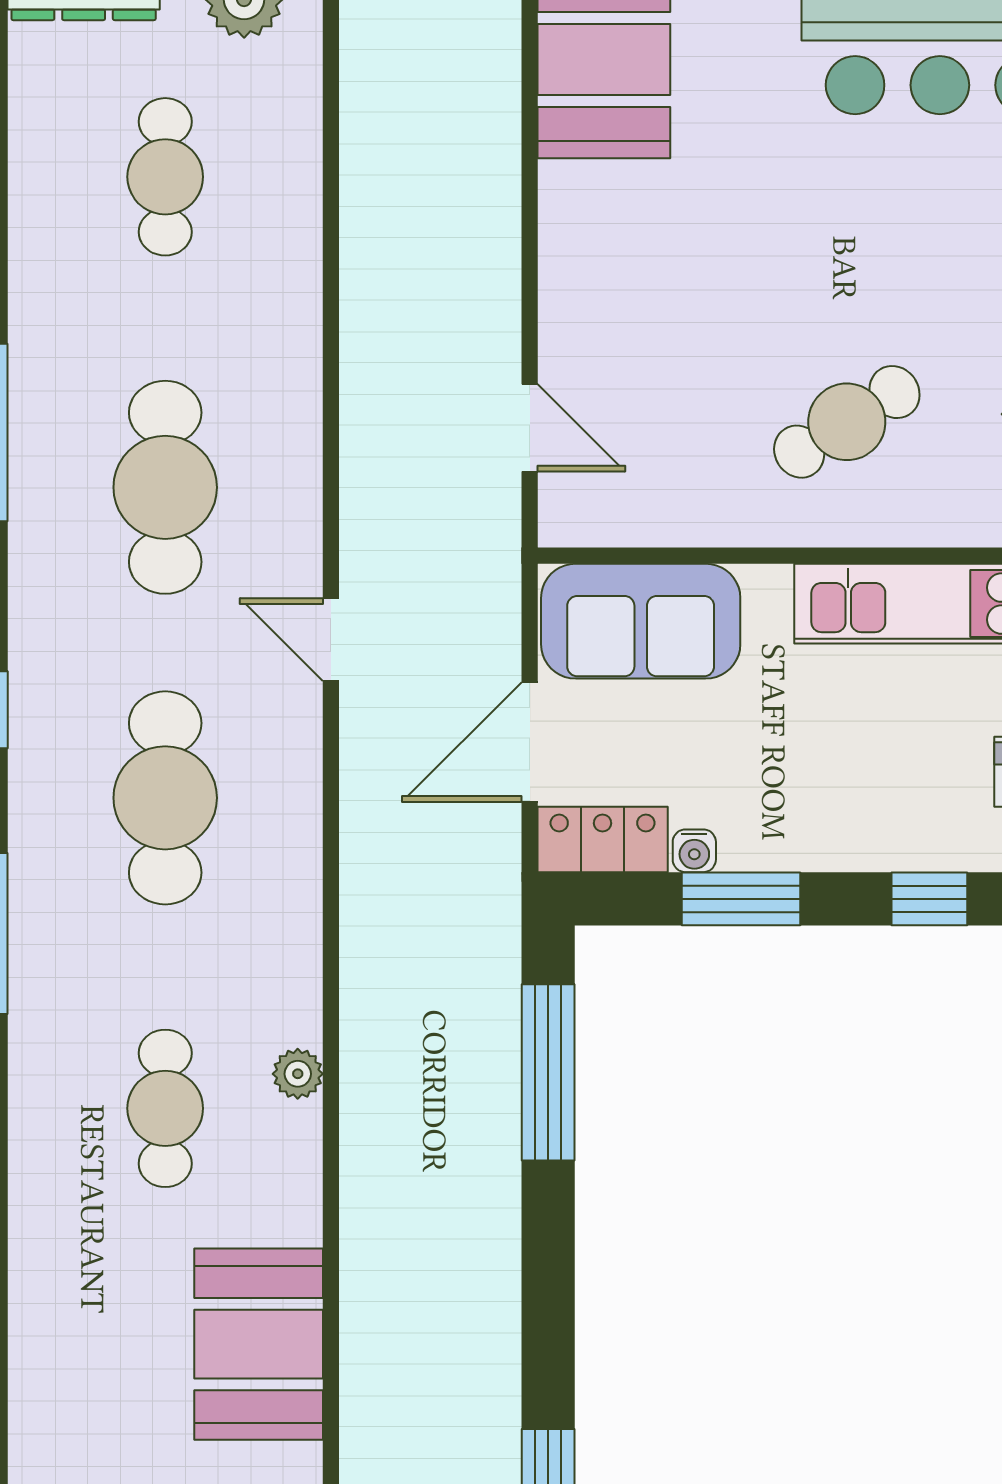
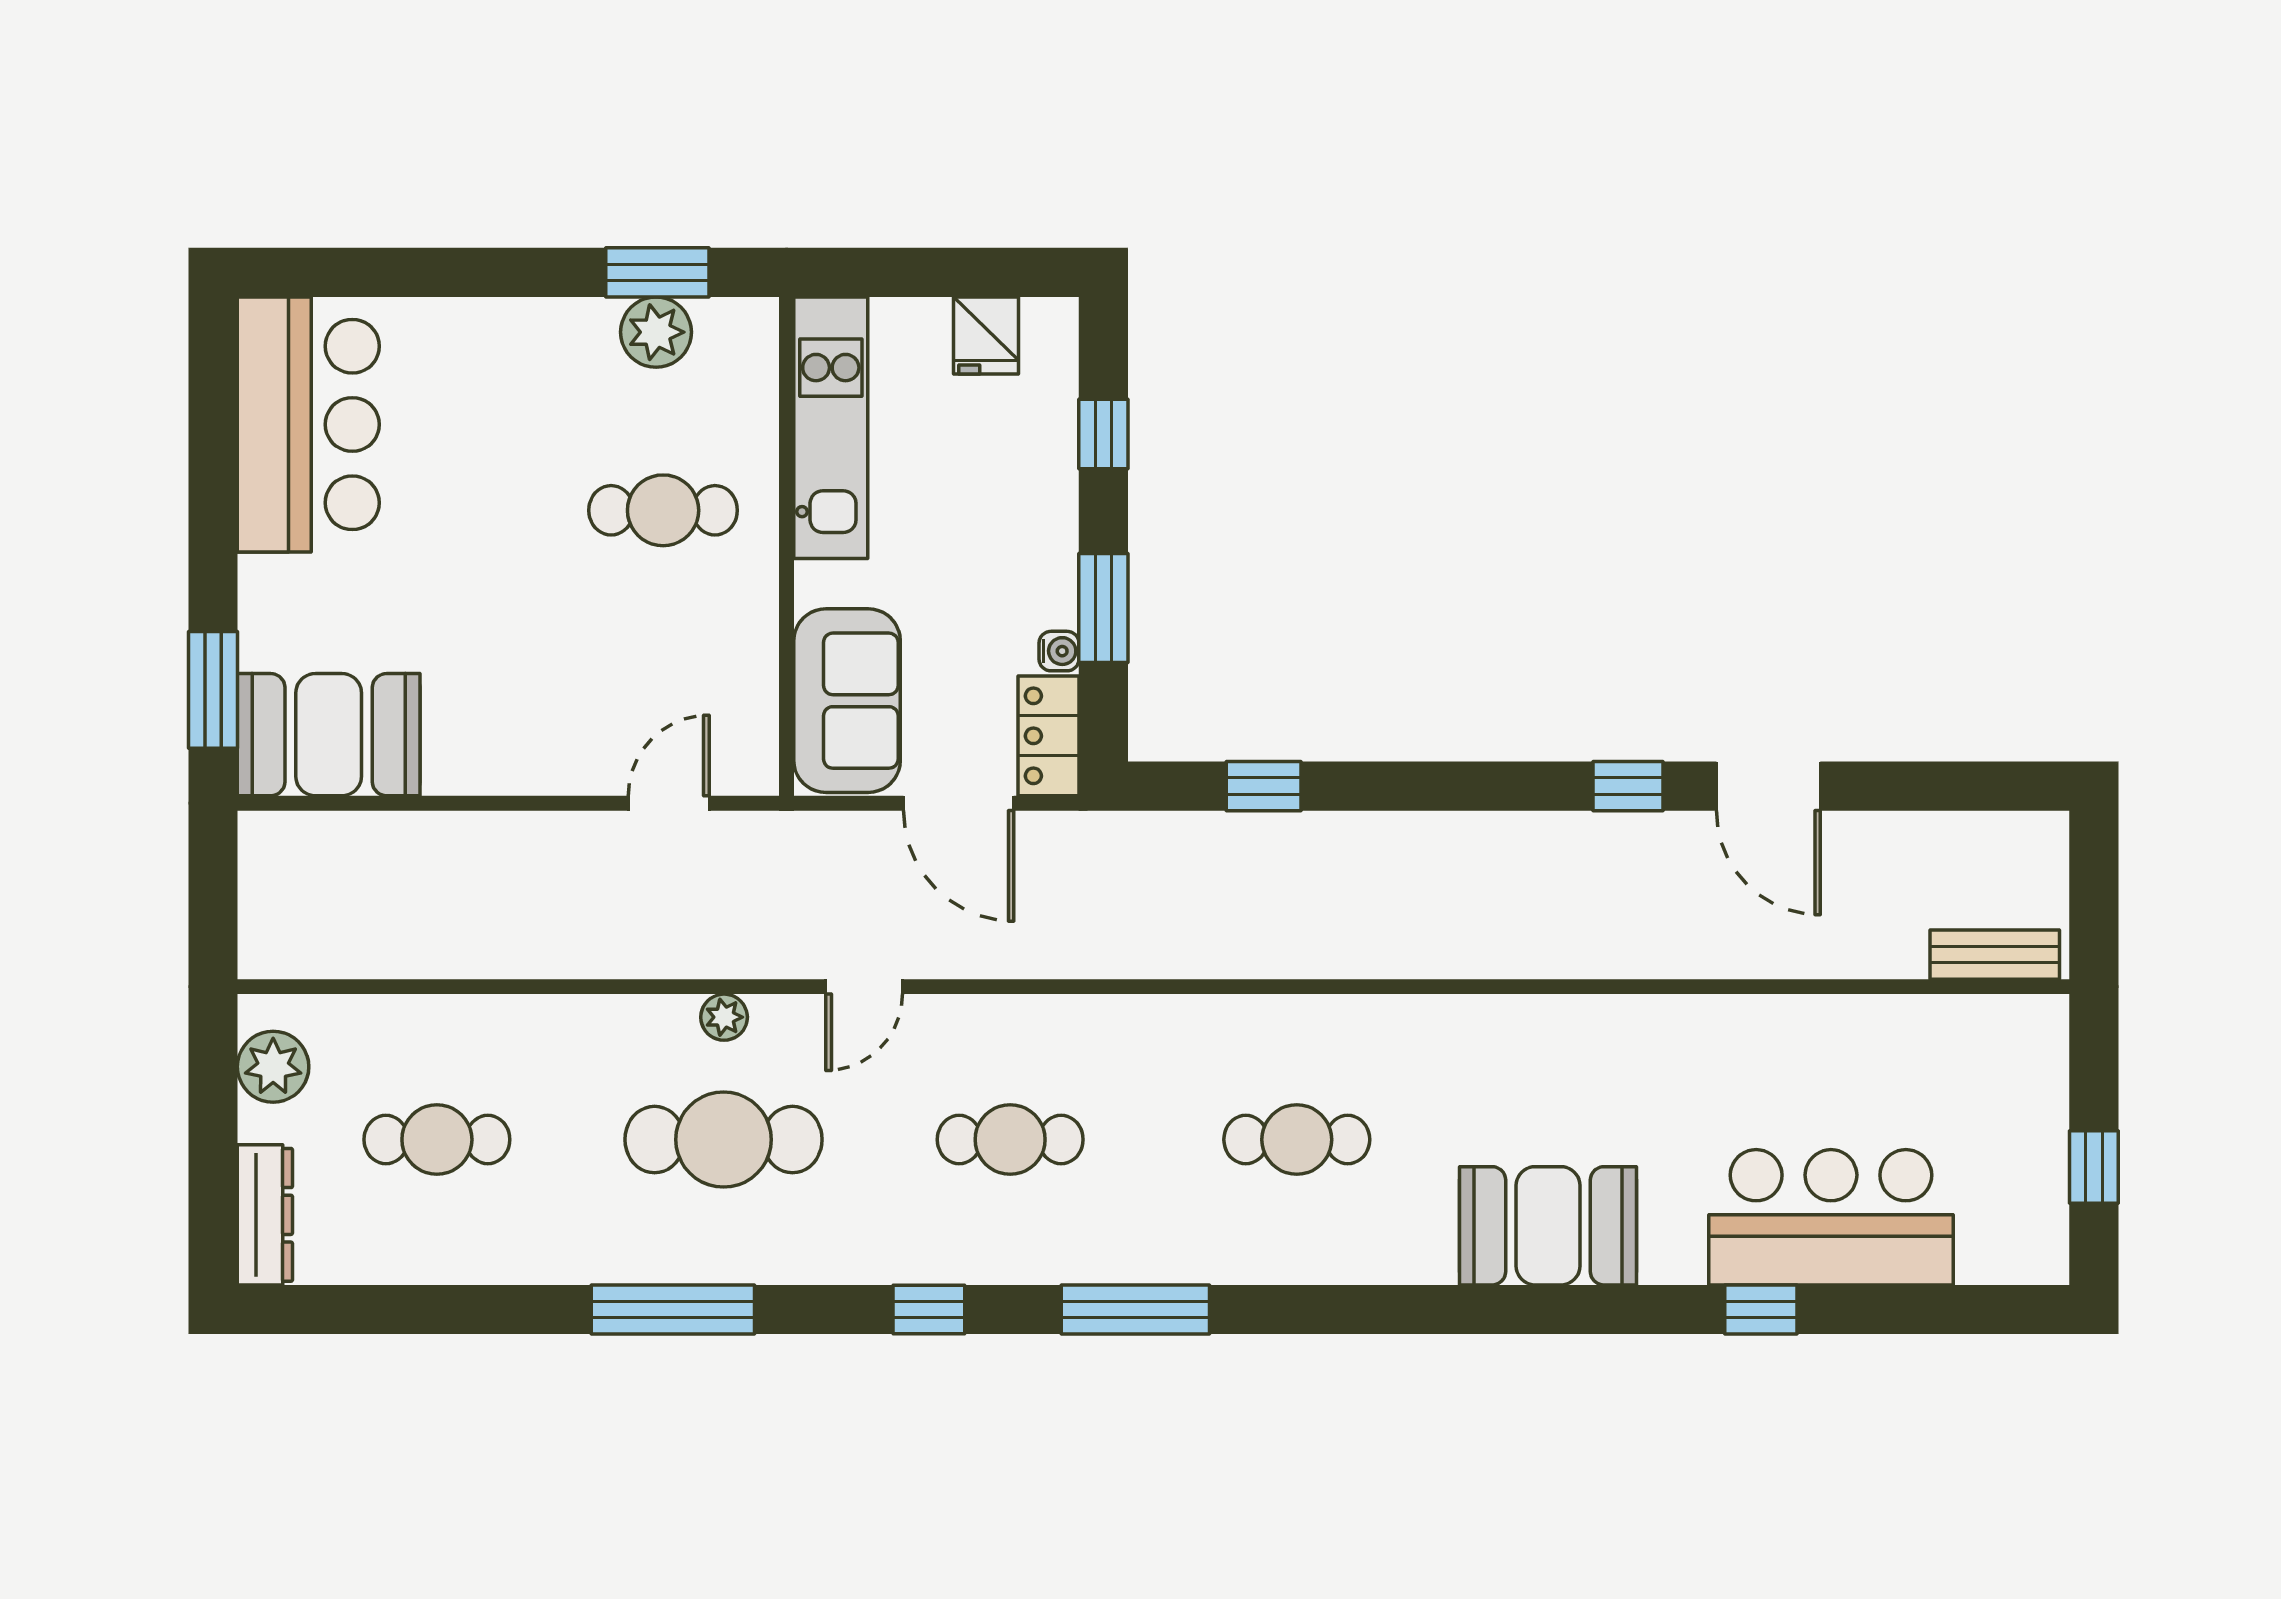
cafe table: (847, 422) -> (663, 510), turned -58
cafe table: (165, 798) -> (1010, 1140), width x0.73, depth x0.74
window: (548, 1072) -> (1264, 786), width x0.46
plant: (298, 1074) -> (724, 1017), moved
booth: (259, 1344) -> (1548, 1226), moved

